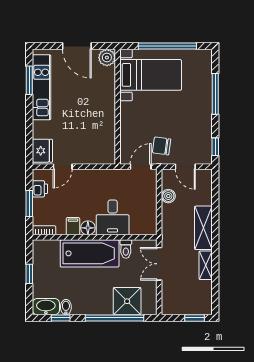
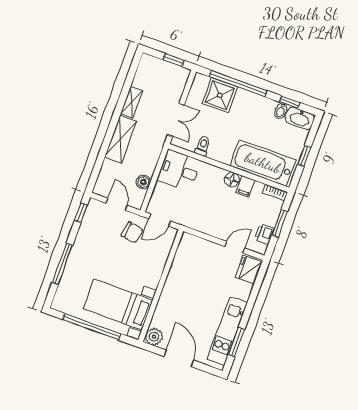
desk: (113, 217) -> (179, 170), moved, turned -90
bathtub: (90, 253) -> (263, 163), moved
window: (194, 318) -> (174, 60), moved

